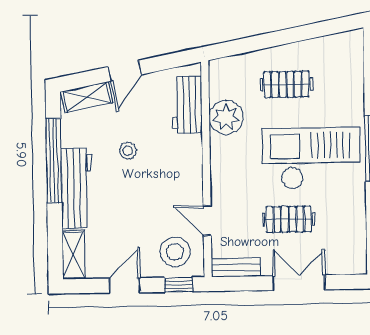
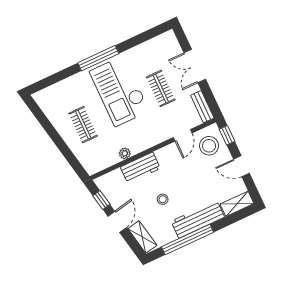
window: (166, 62) -> (101, 200), added
door: (125, 71) -> (117, 222), hinge flipped
workbench: (187, 105) -> (140, 168), moved
plant: (226, 118) -> (125, 153), width x0.53, depth x0.53

